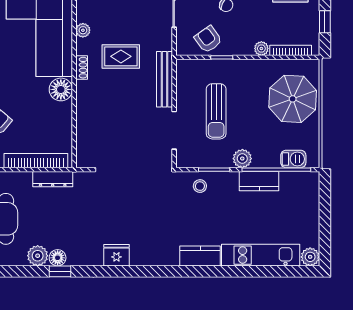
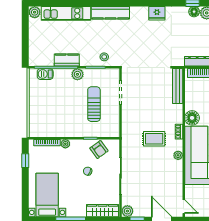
bench: (164, 79) -> (178, 86), moved
parasol: (293, 99) -> (46, 112), removed
kitchen counter: (200, 256) -> (110, 13), width x1.50

